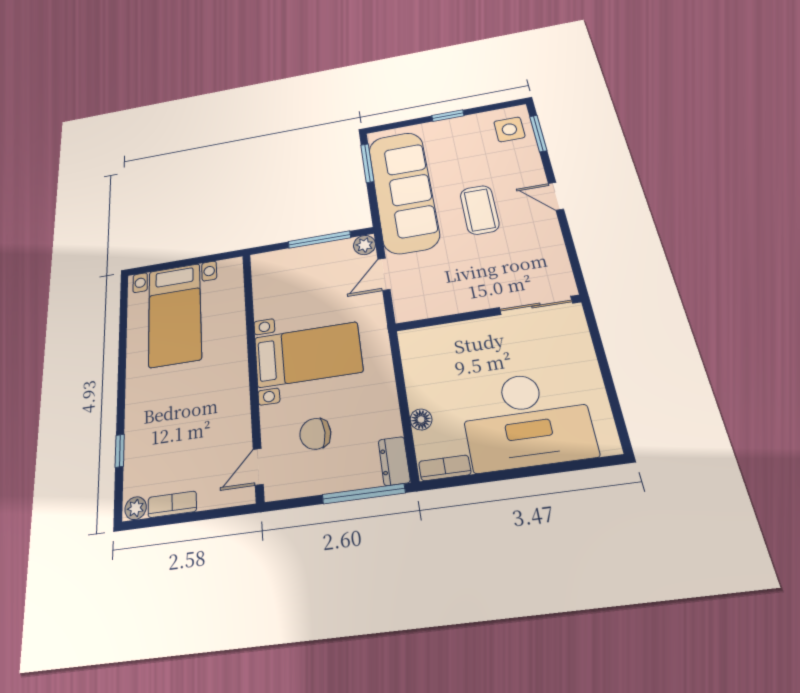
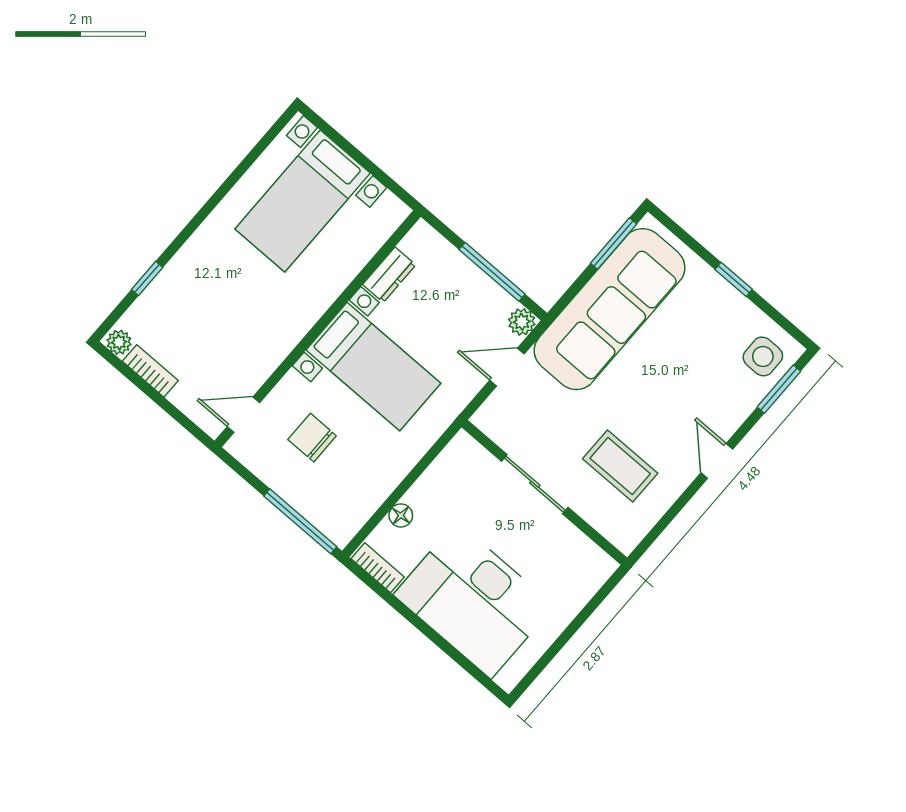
coffee table: (480, 210) -> (620, 466), moved, turned 90
sliding door: (536, 305) -> (535, 484), moved
dresser: (394, 461) -> (389, 275), moved, turned 180

